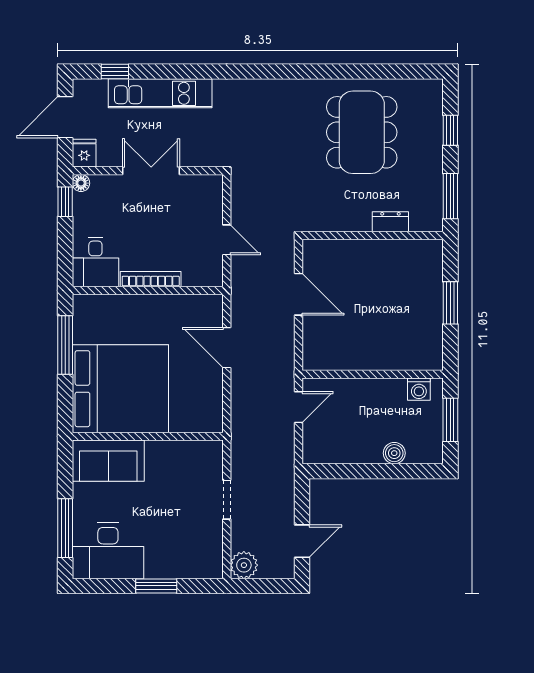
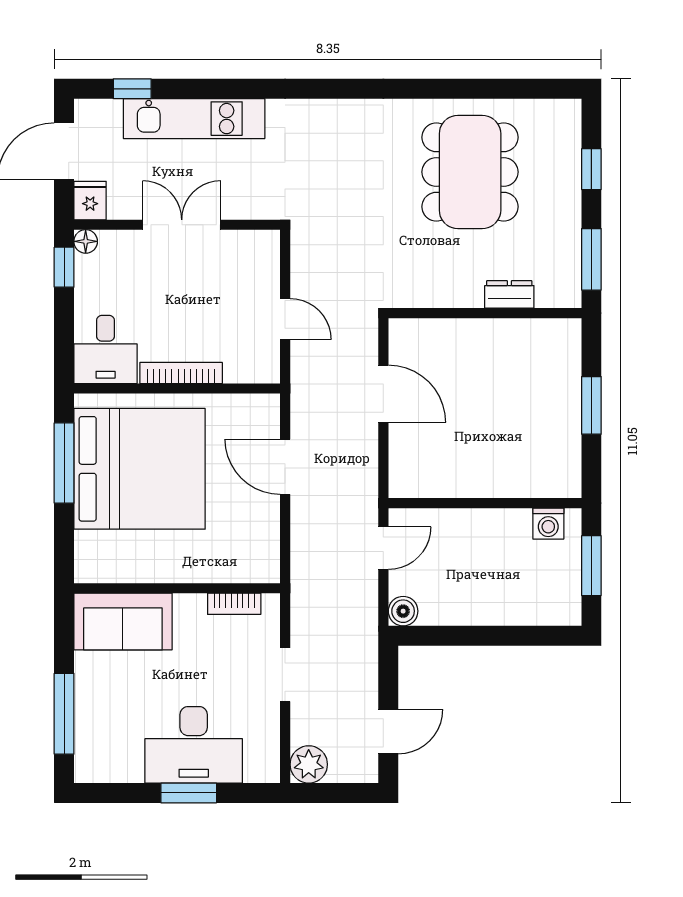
bed: (120, 389) -> (140, 469), moved
bookcase: (189, 448) -> (234, 604), added
boiler: (394, 453) -> (403, 611), moved
desk: (108, 551) -> (194, 745), moved

